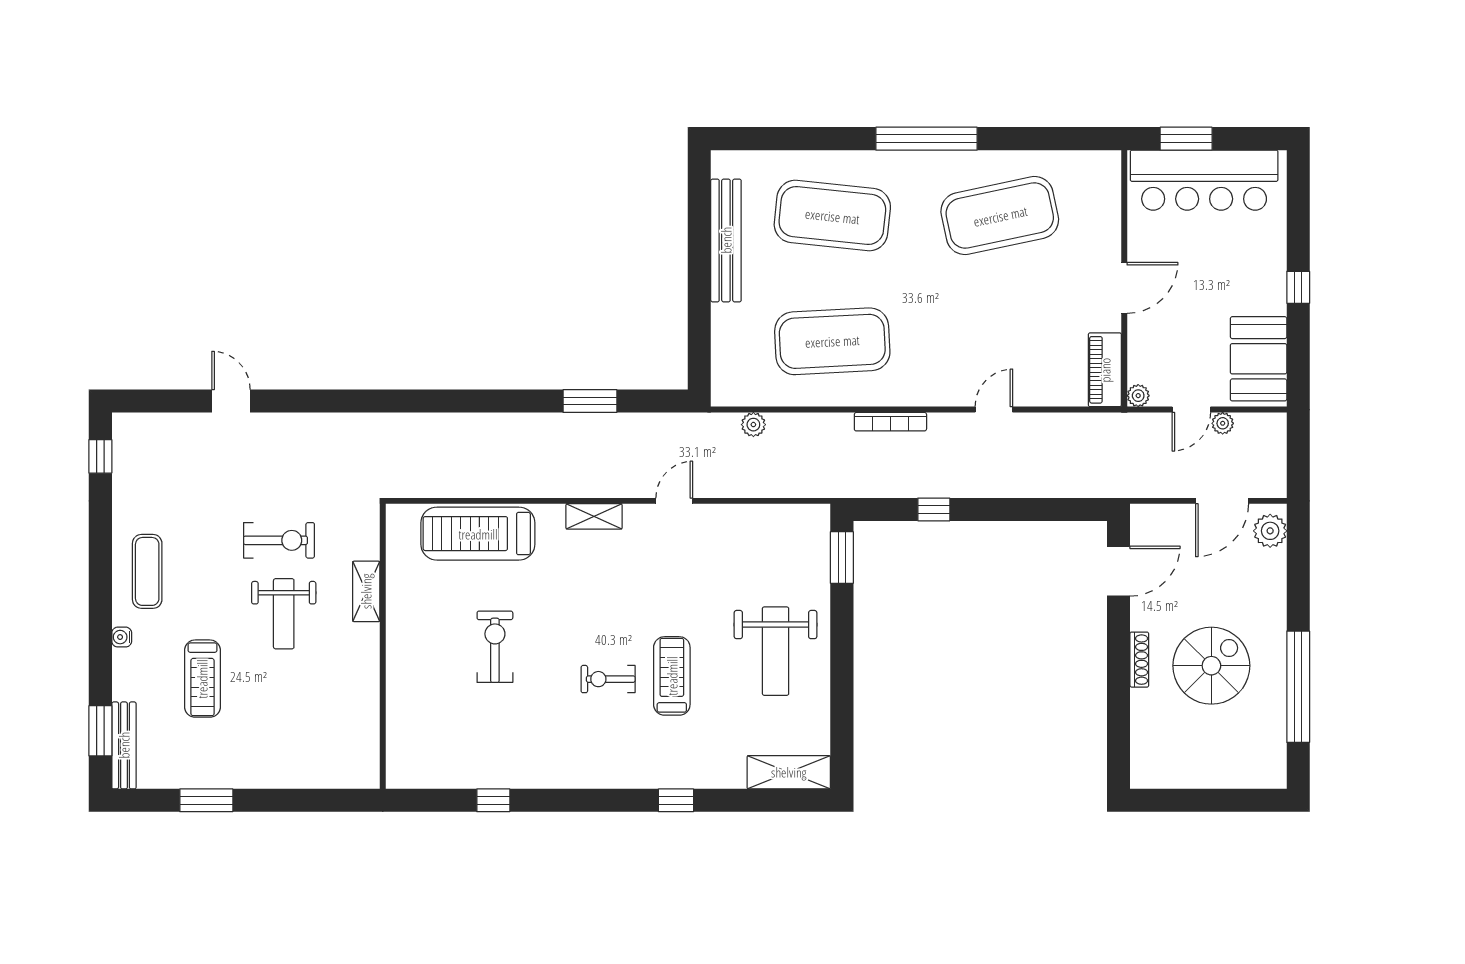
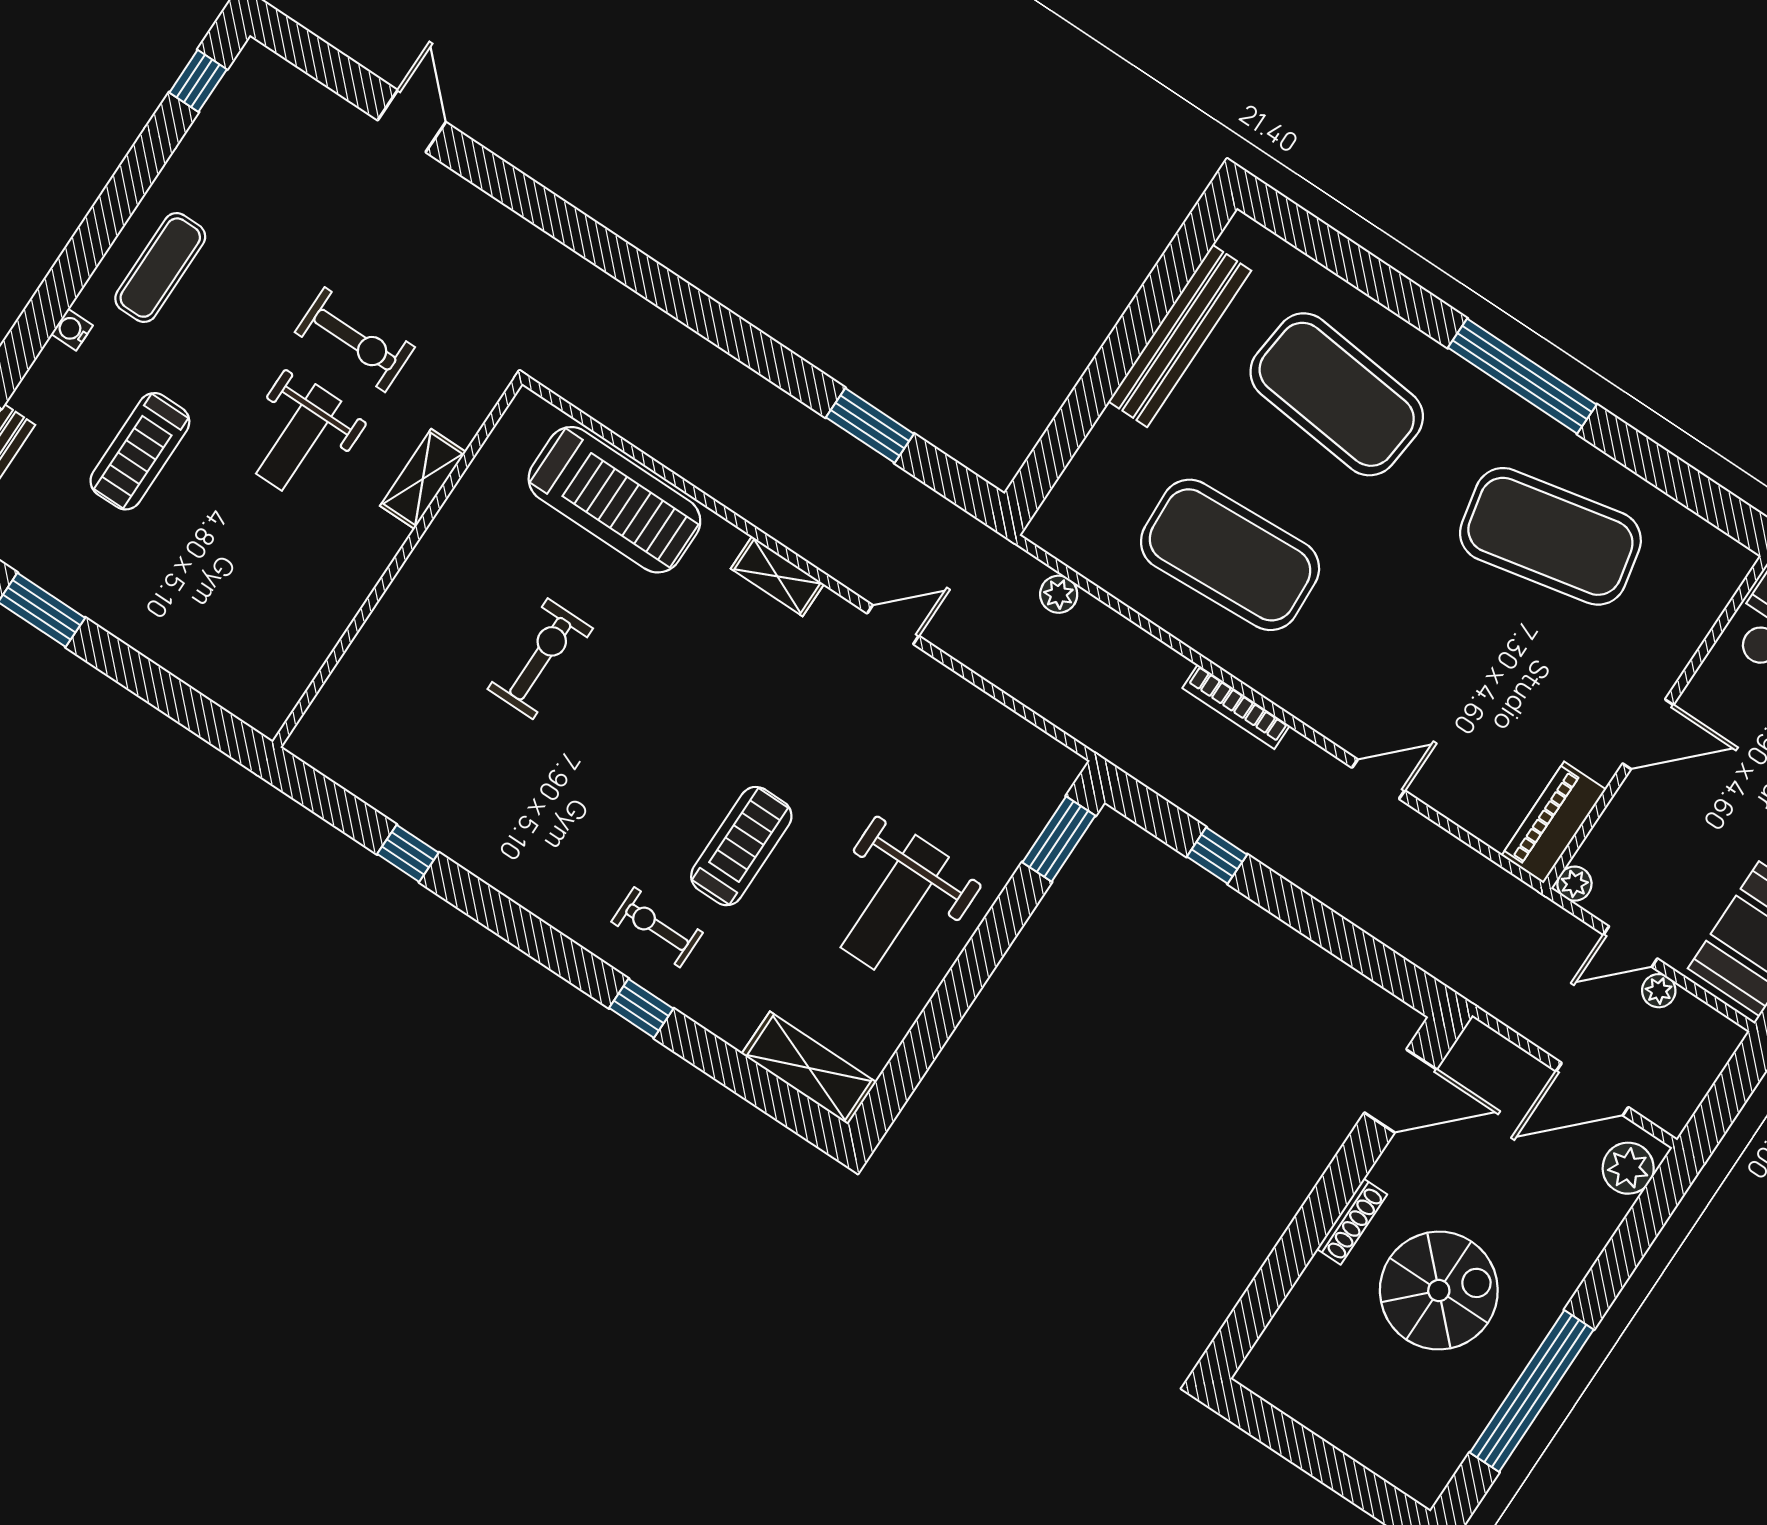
treadmill: (478, 534) -> (614, 500), turned 180
exercise bike: (608, 679) -> (657, 927), moved

